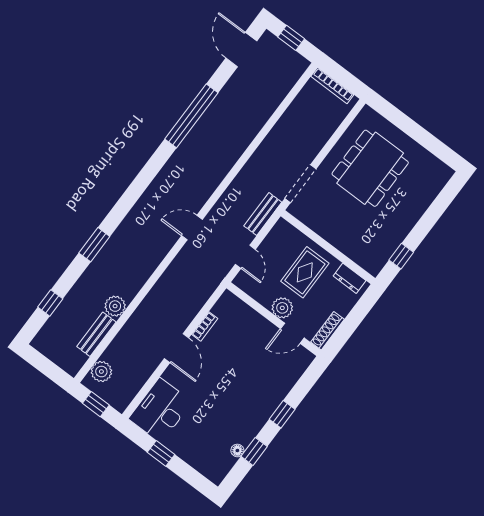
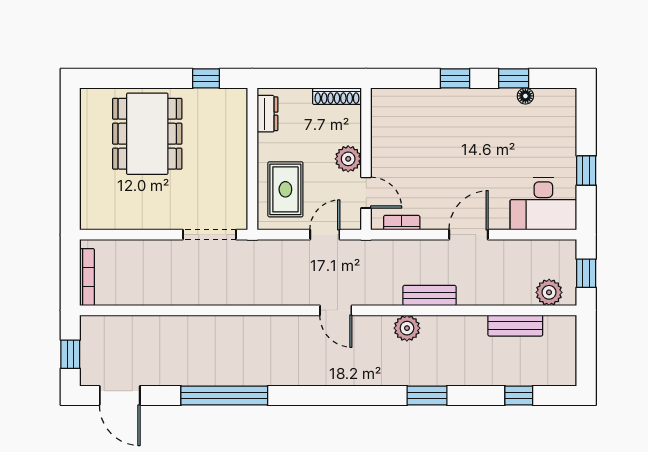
door: (241, 50) -> (120, 395), hinge flipped
dining table: (370, 168) -> (147, 134), moved, turned 90
bench: (263, 214) -> (429, 295), moved
rug: (305, 272) -> (285, 189), moved, turned 90
plant: (115, 306) -> (407, 328), moved
bookcase: (205, 326) -> (402, 223), moved
door: (292, 333) -> (366, 193), moved

